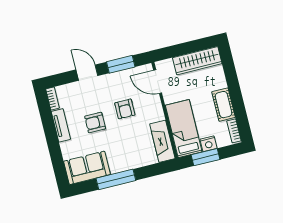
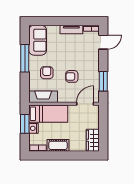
wardrobe: (197, 61) -> (93, 140), width x0.67
door: (87, 73) -> (103, 42), moved
armchair: (95, 123) -> (47, 73), moved

